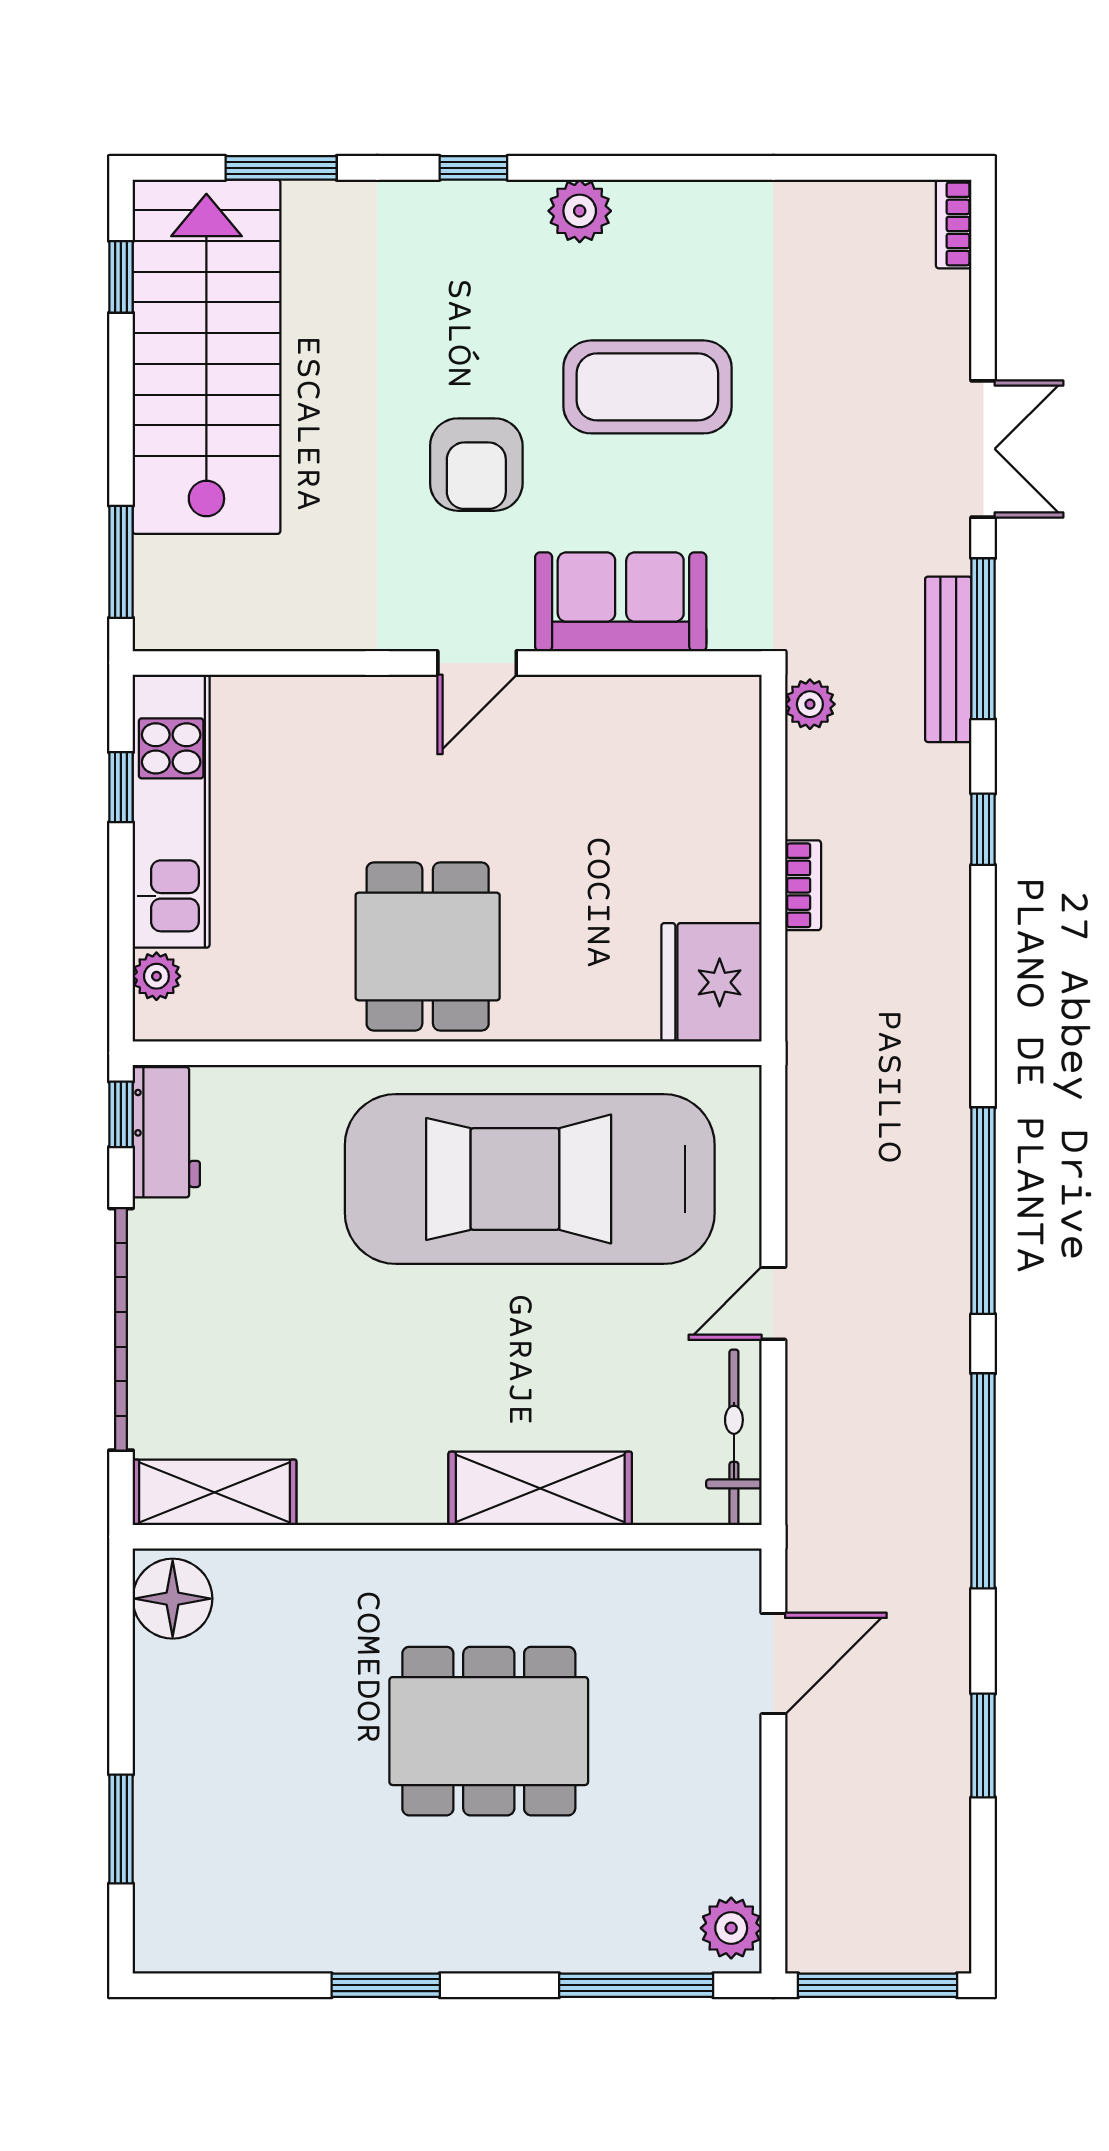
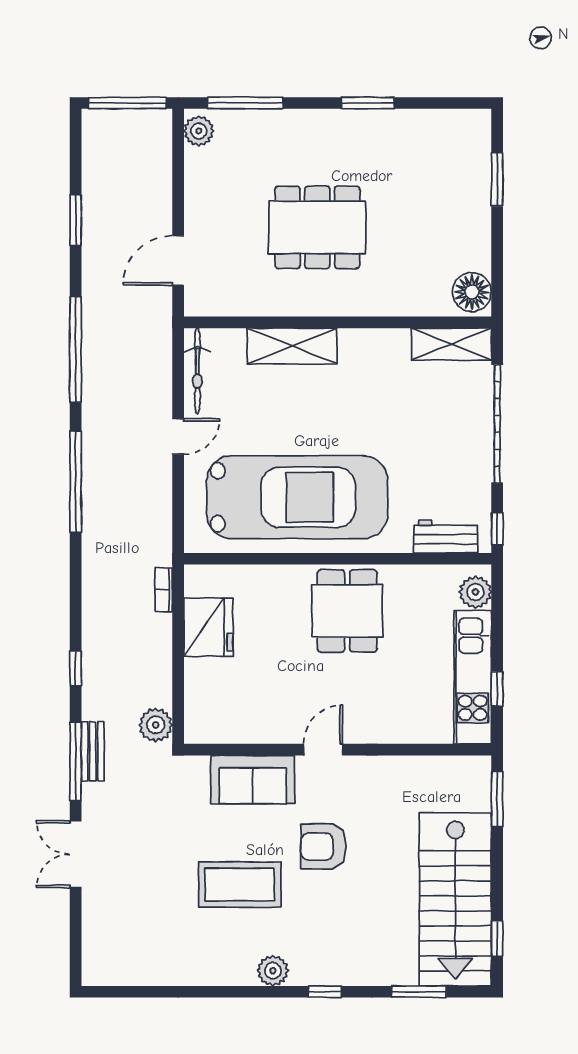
bookcase: (954, 224) -> (90, 964), removed
armchair: (476, 465) -> (323, 847), turned -90
bench: (948, 659) -> (93, 751), width x0.73
plant: (810, 704) -> (156, 725), width x1.38, depth x1.38
bookcase: (803, 885) -> (164, 590), moved
plant: (156, 976) -> (475, 592), width x1.38, depth x1.38
fridge: (712, 982) -> (208, 627), moved
workbench: (166, 1132) -> (446, 537), moved, turned 90

